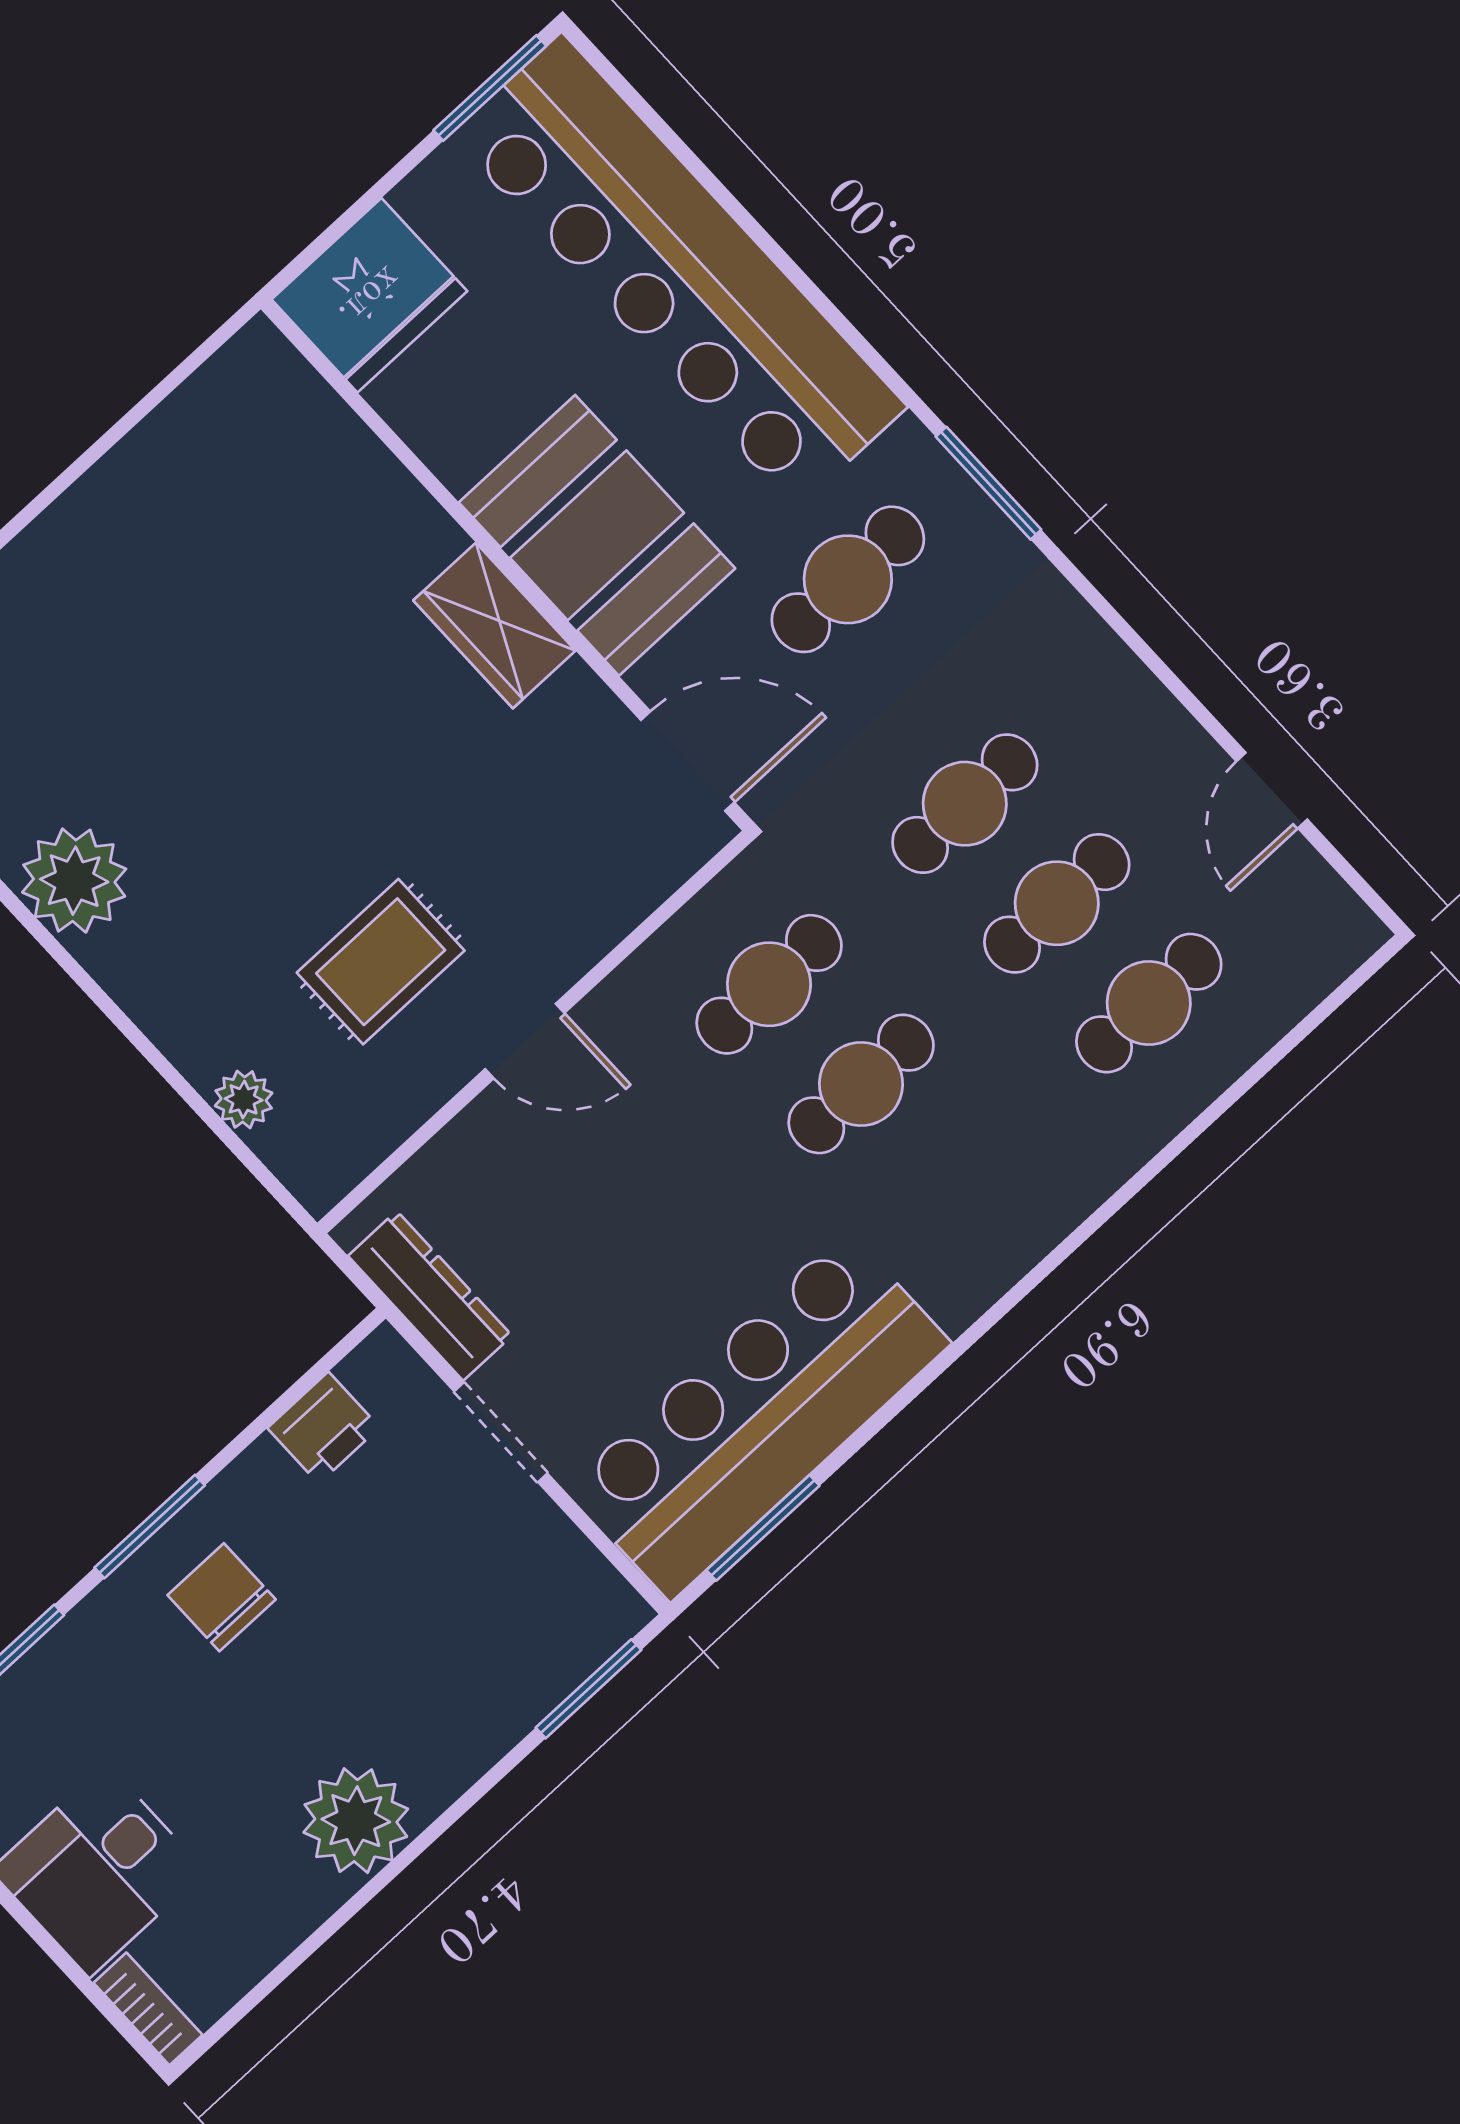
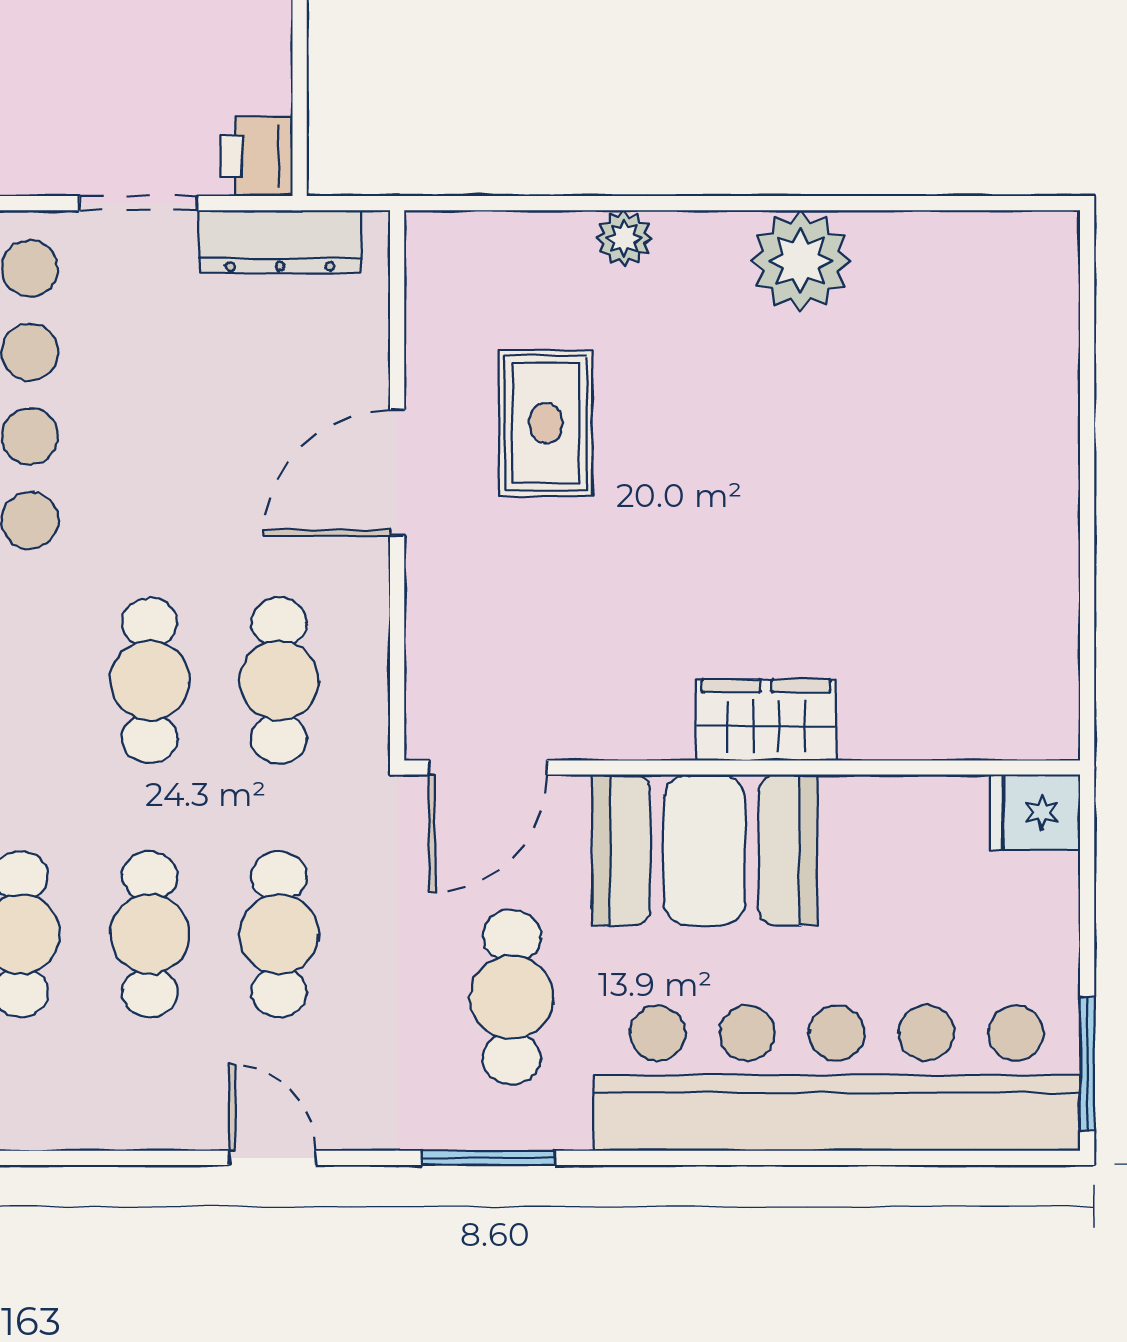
fridge: (369, 295) -> (1035, 812), width x0.53, depth x0.75
wardrobe: (494, 625) -> (766, 720), moved
door: (1272, 790) -> (272, 1158), moved
door: (525, 1041) -> (397, 473), width x1.38
plant: (244, 1099) -> (624, 238), moved
printer: (323, 1428) -> (256, 156), moved

